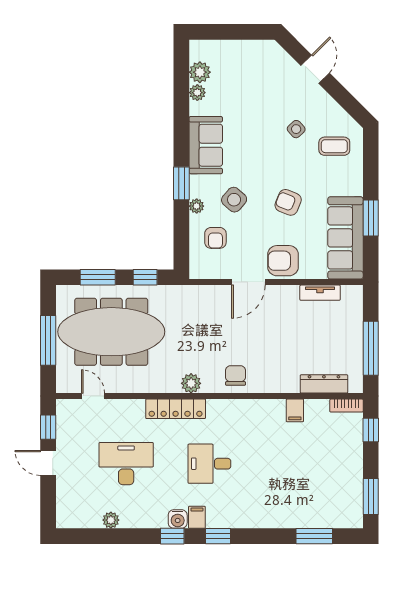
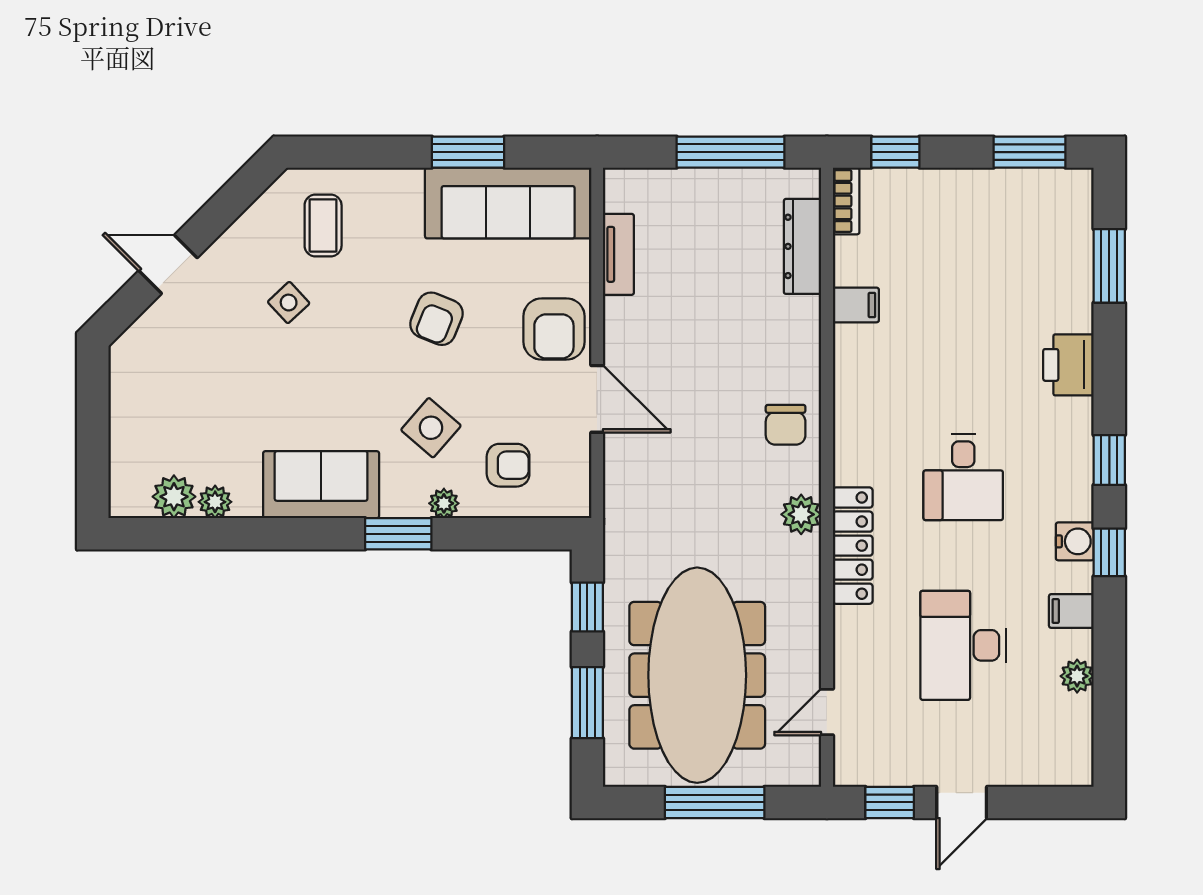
chair: (236, 376) -> (786, 425), turned -90
printer: (265, 516) -> (1068, 365), added
filing cabinet: (197, 517) -> (1071, 611), moved

